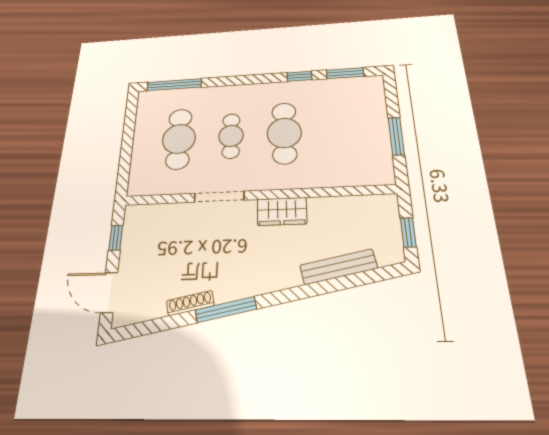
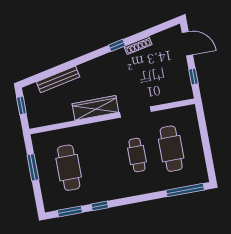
cafe table: (284, 133) -> (69, 168), moved
wardrobe: (282, 211) -> (95, 108), width x1.50
window: (226, 310) -> (117, 45), width x0.46

